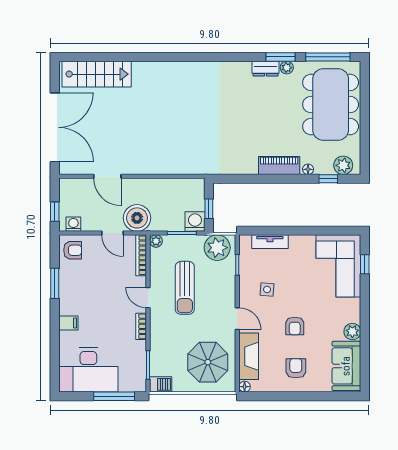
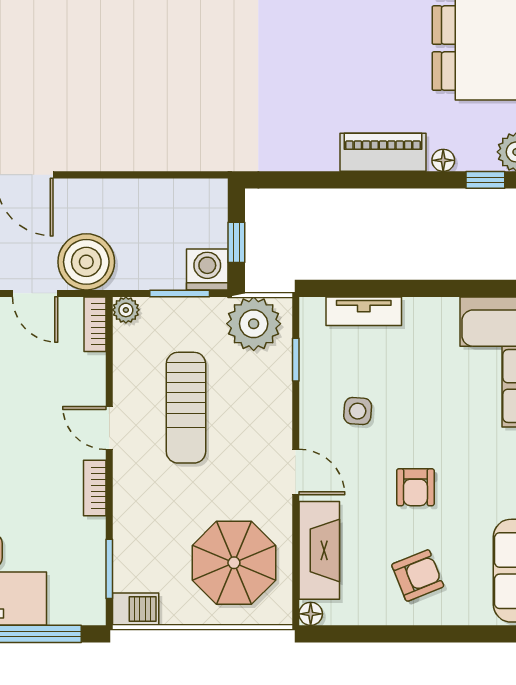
bookcase: (141, 255) -> (95, 324), width x0.64
armchair: (296, 368) -> (418, 575), turned 68

